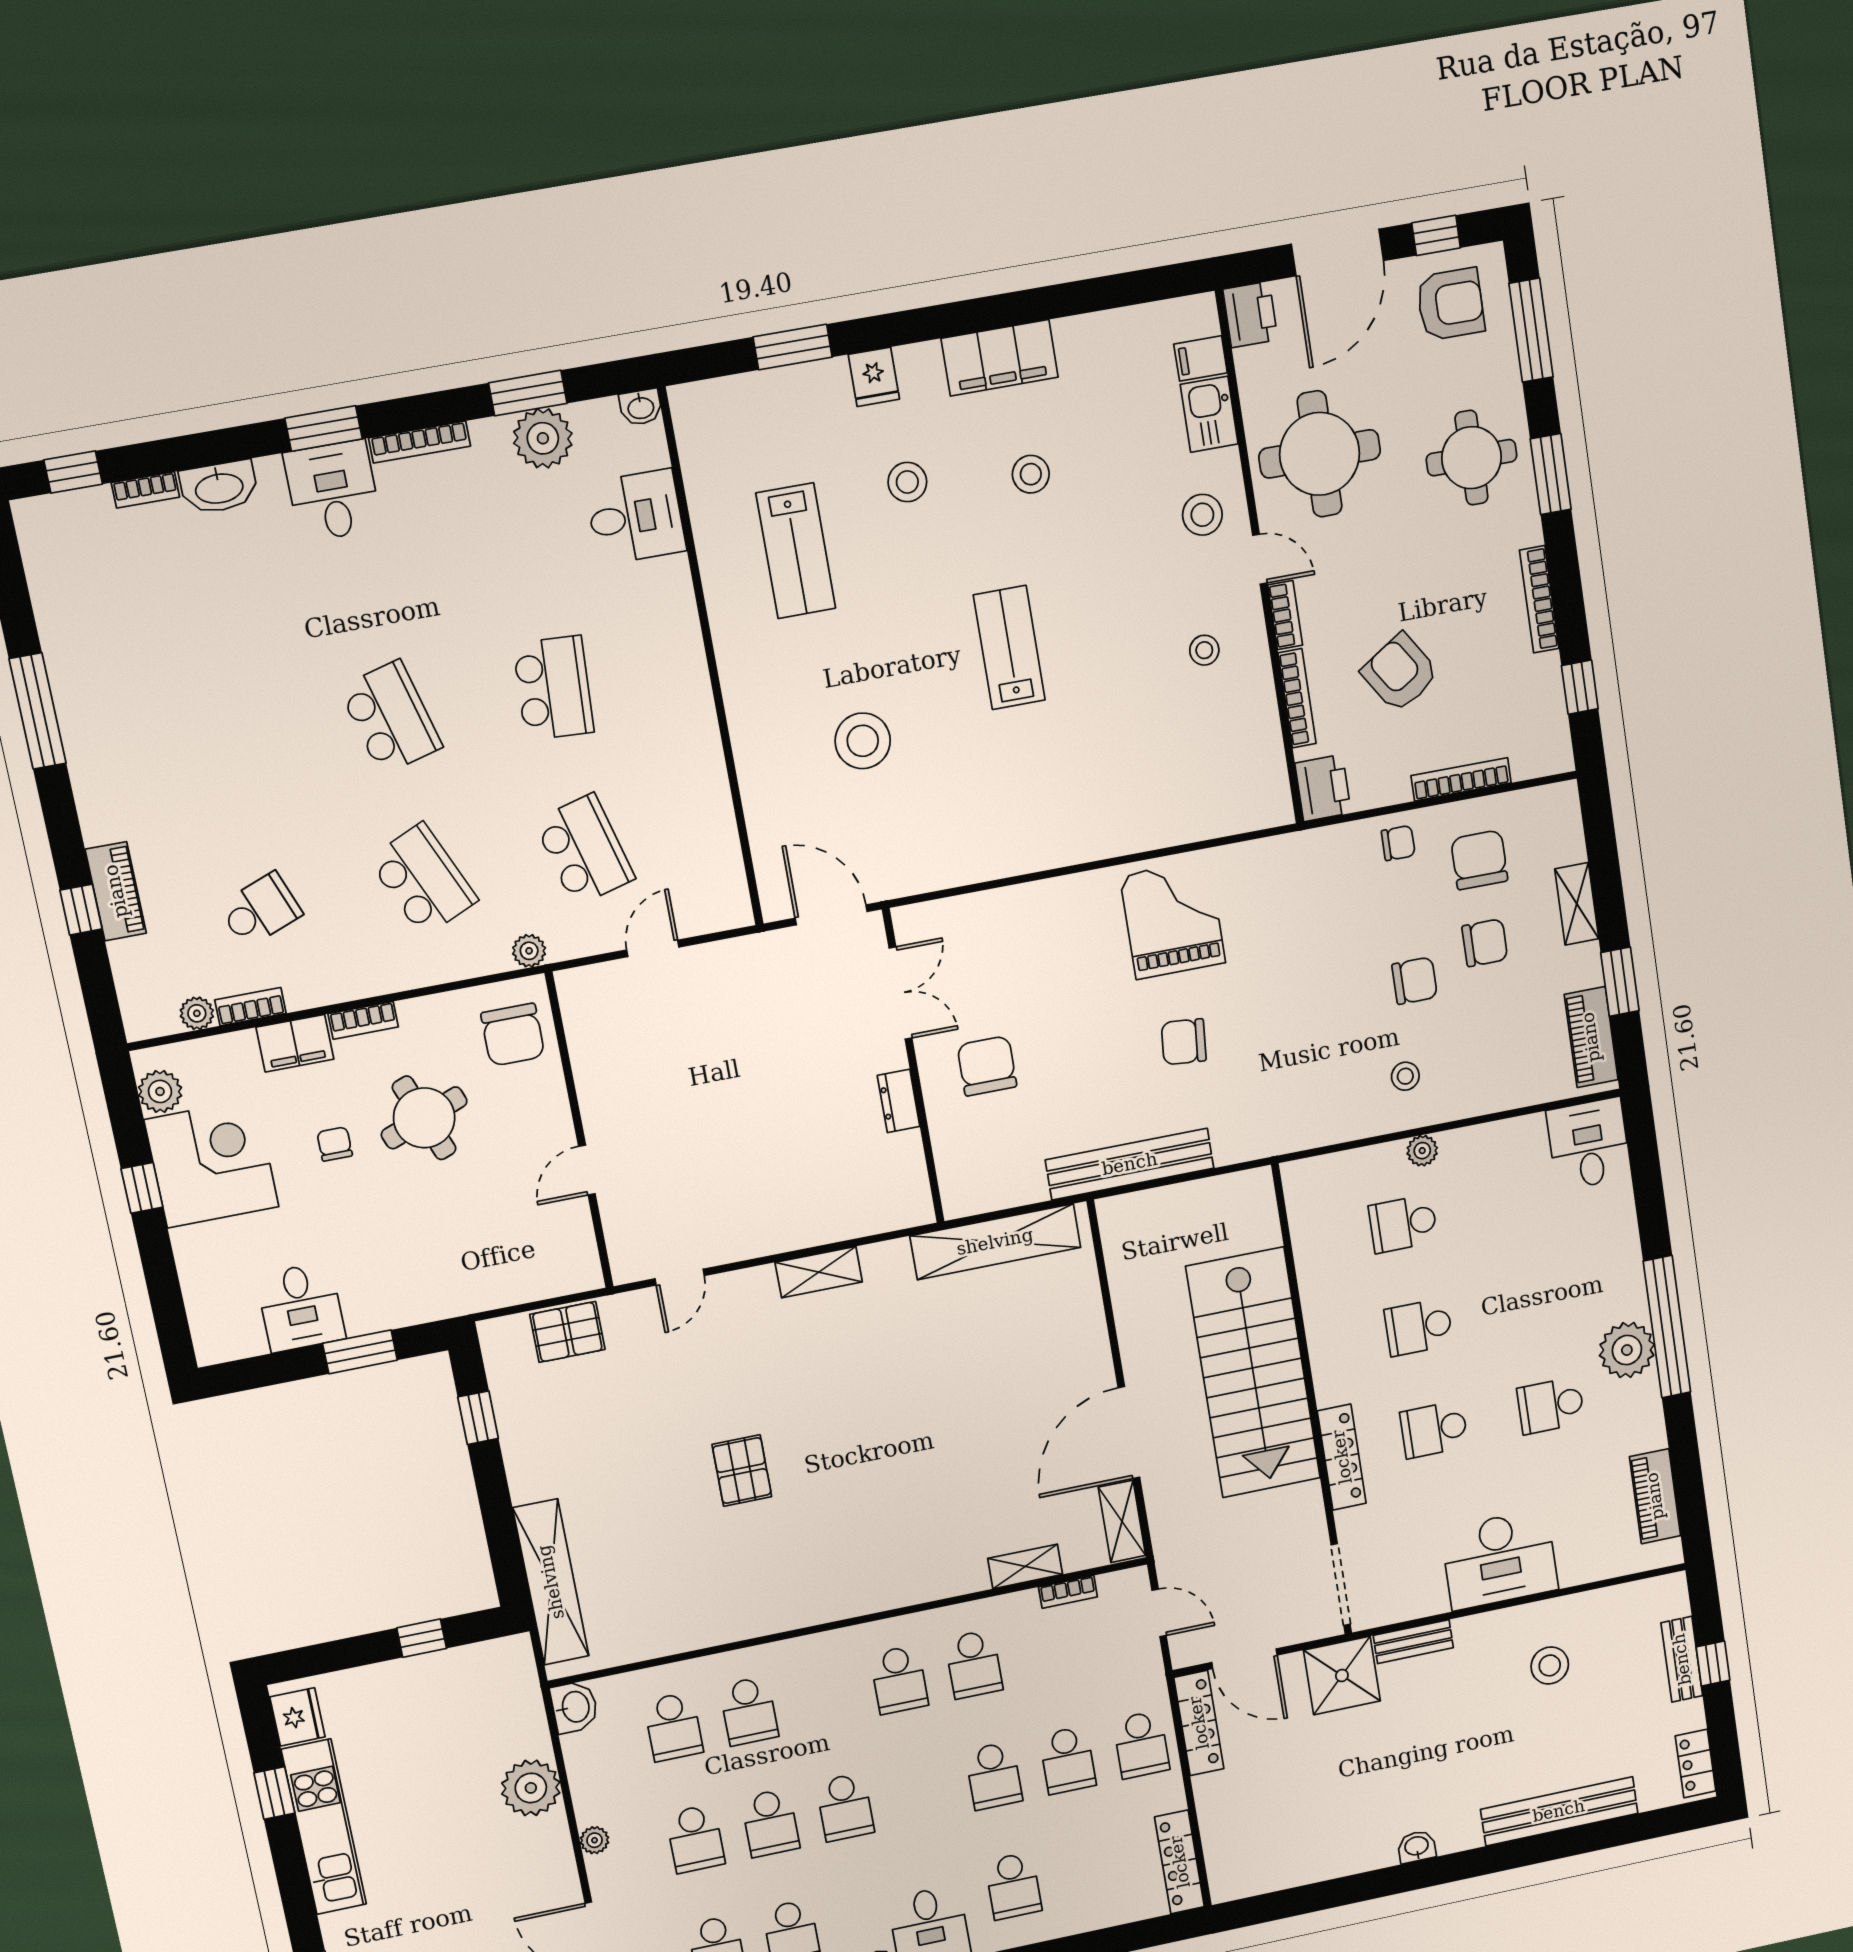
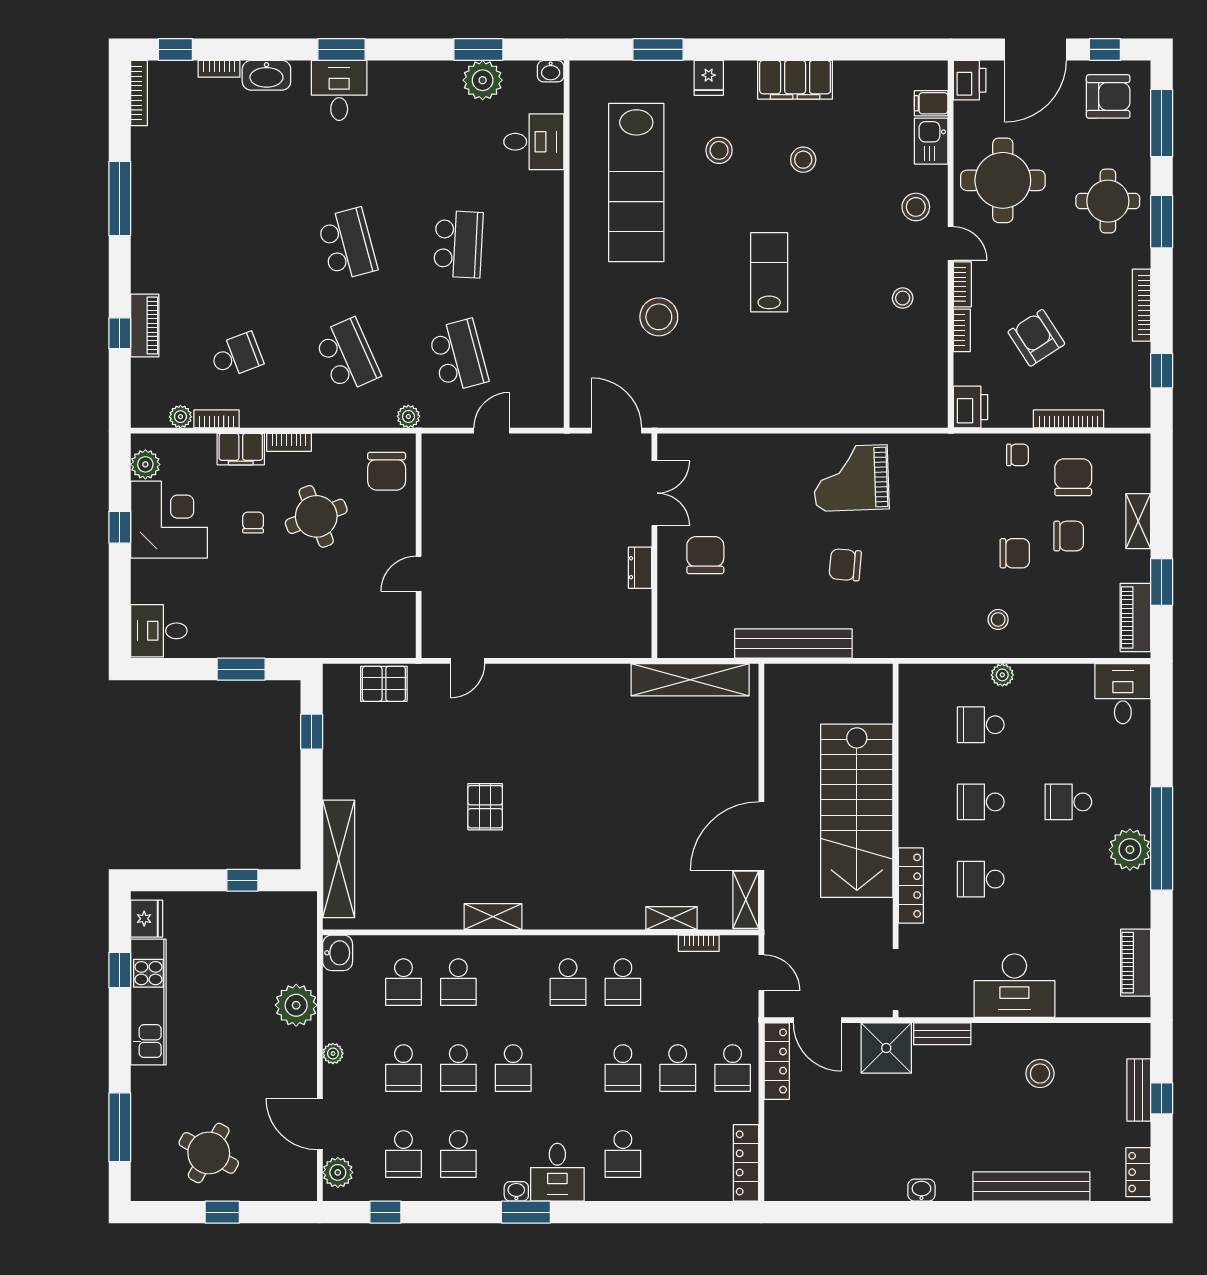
bookcase: (420, 442) -> (139, 93), moved, turned -90
lab bench: (796, 551) -> (636, 183), width x1.86, depth x1.39
bookcase: (1297, 698) -> (962, 330), width x0.64
grand piano: (1173, 919) -> (851, 478), turned -92
shelving: (819, 1272) -> (493, 917), moved
desk: (301, 1307) -> (159, 631), moved, turned 90
school desk: (1551, 1406) -> (1068, 802), moved

